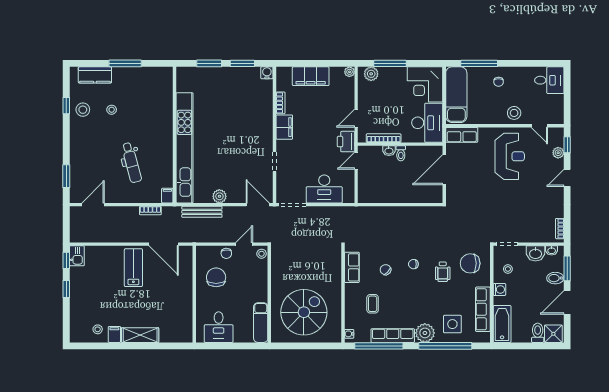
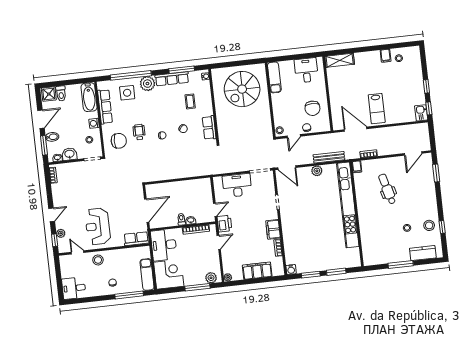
exam couch: (456, 95) -> (147, 274), width x0.73, depth x0.69
shelving: (140, 335) -> (340, 60), moved
window: (379, 346) -> (182, 70), width x0.68

